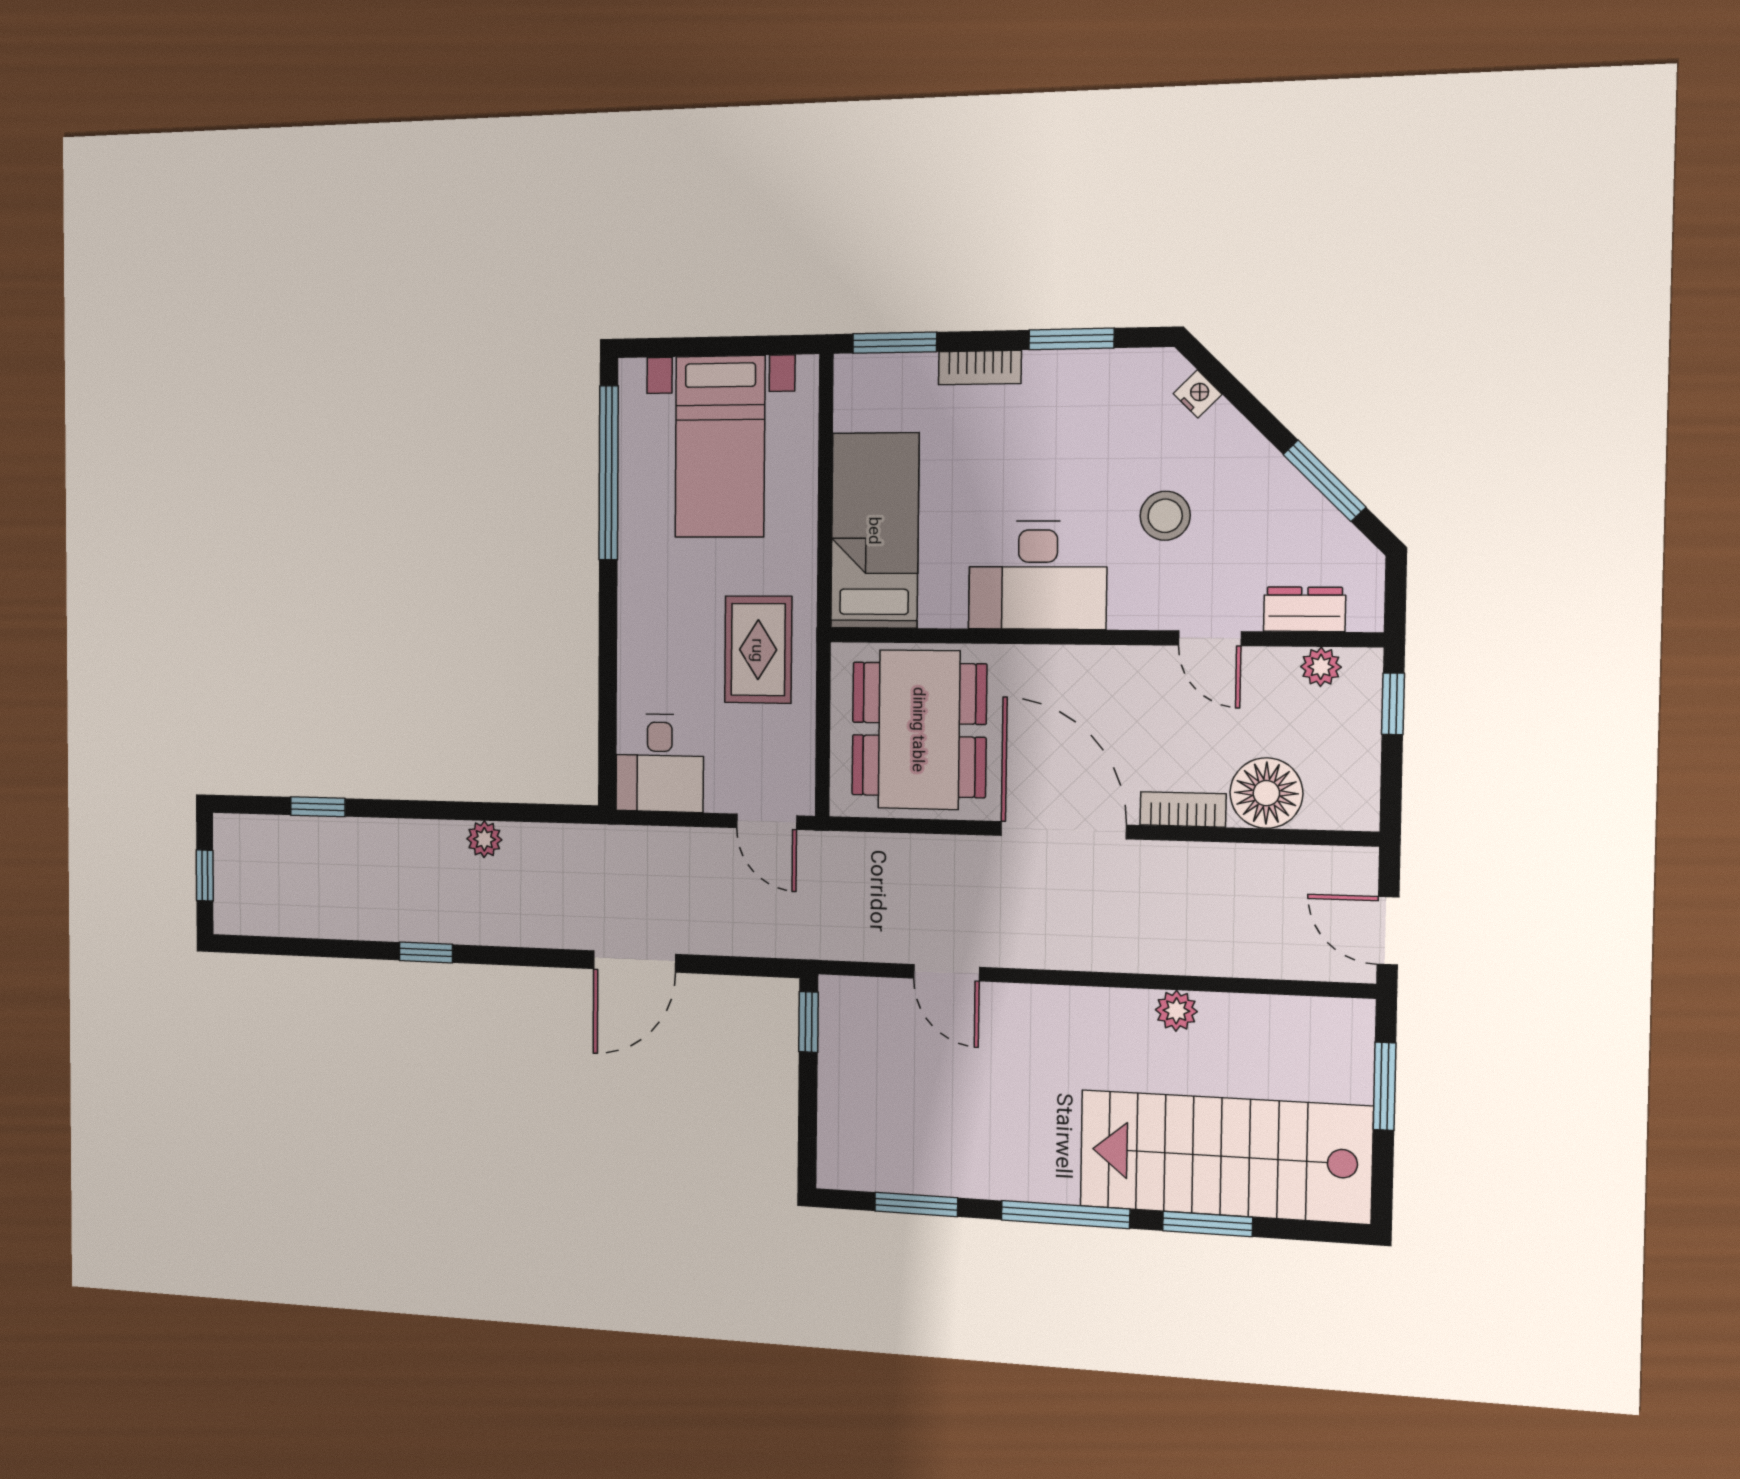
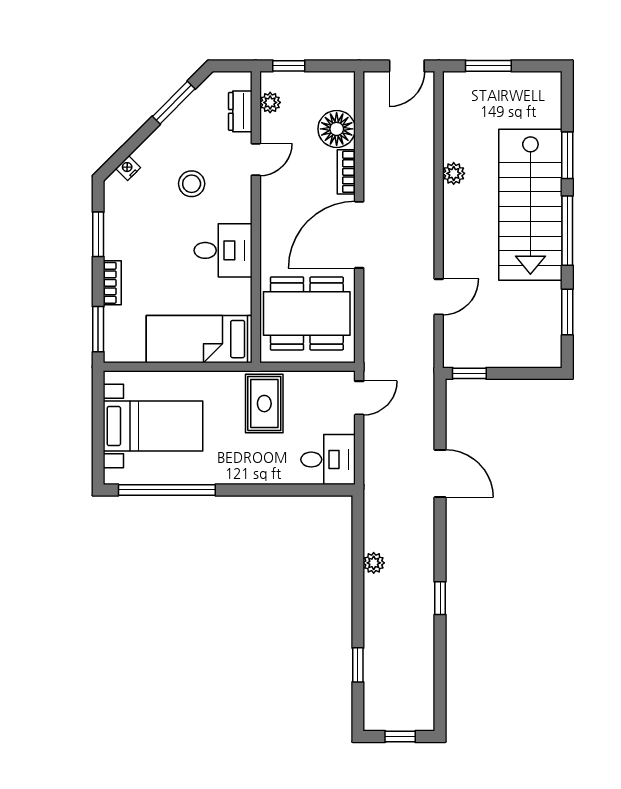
desk: (1038, 575) -> (223, 250), width x0.73
rug: (758, 650) -> (264, 404), turned 90
stairs: (1225, 1157) -> (530, 205), moved

